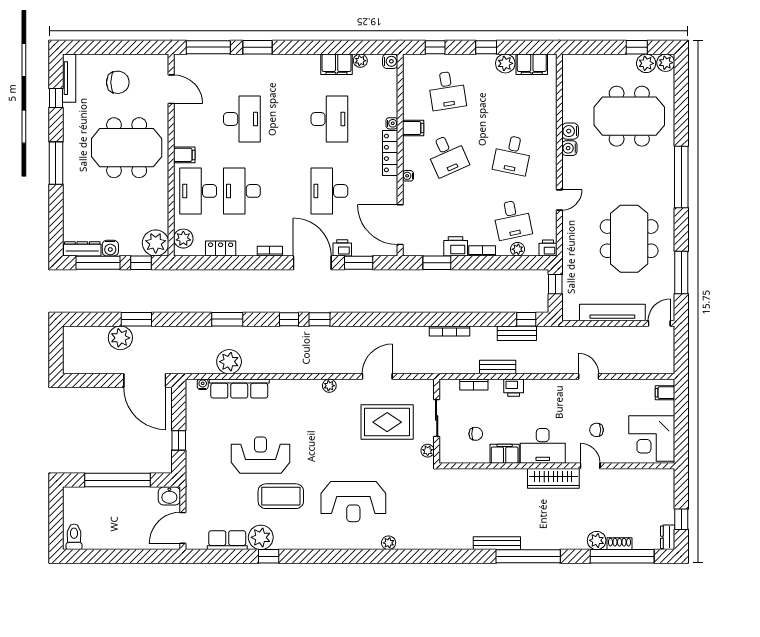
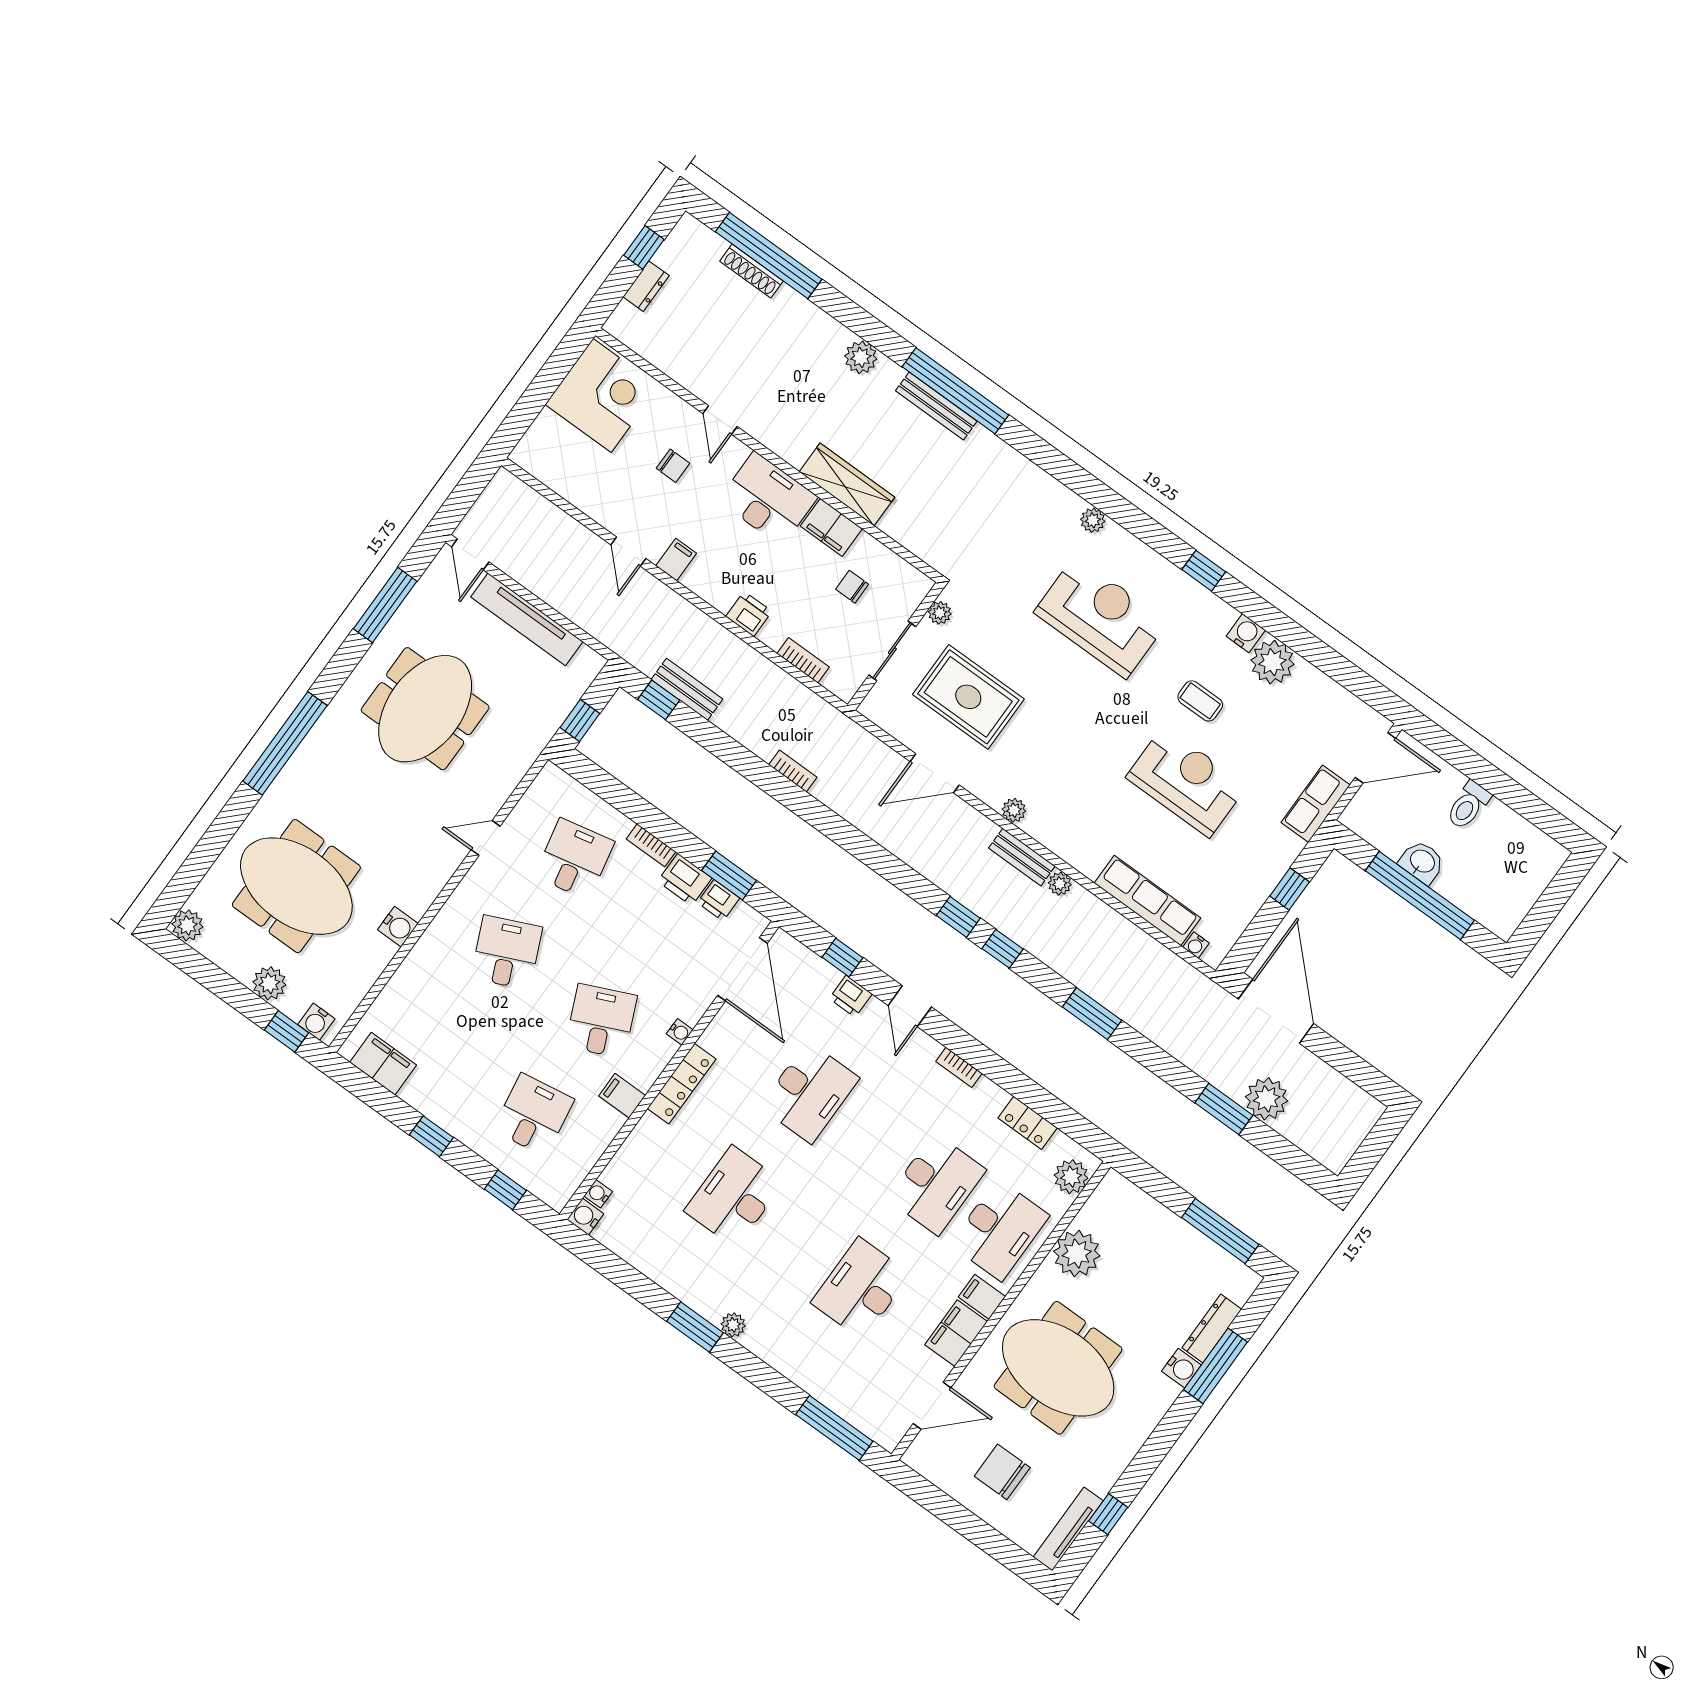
window: (257, 47) -> (695, 1327), moved
window: (637, 47) -> (287, 1031), moved
plant: (360, 61) -> (733, 1325), moved
plant: (505, 63) -> (421, 1093), removed
plant: (646, 63) -> (269, 983), moved
filing cabinet: (337, 64) -> (956, 1333), moved, turned -90
door: (171, 89) -> (932, 1406), swing flipped
water cooler: (392, 123) -> (598, 1194), moved
water cooler: (569, 148) -> (316, 1022), moved, turned 90
desk: (512, 155) -> (507, 953), turned -36
window: (56, 163) -> (1216, 1366), moved
plant: (156, 243) -> (1077, 1254), moved
water cooler: (110, 248) -> (1181, 1368), moved, turned 90
printer: (548, 248) -> (718, 900), moved
dresser: (82, 249) -> (1212, 1328), moved, turned 90
plant: (517, 249) -> (598, 810), removed
window: (141, 263) -> (1158, 1186), removed
door: (312, 263) -> (910, 1006), width x0.53
window: (359, 263) -> (842, 958), width x0.67
door: (659, 323) -> (470, 554), hinge flipped
bookcase: (450, 331) -> (793, 771), width x0.64
plant: (229, 362) -> (1060, 884), moved, width x0.53, depth x0.53
bench: (498, 367) -> (1022, 857), moved
filing cabinet: (665, 393) -> (676, 559), moved, turned -90
reception desk: (261, 455) -> (1186, 782), turned 180
wardrobe: (553, 478) -> (847, 484), moved
washbasin: (169, 496) -> (1422, 862), moved
coffee table: (281, 496) -> (1200, 701), width x0.54, depth x0.58
toilet: (74, 537) -> (1468, 805), moved
dresser: (668, 537) -> (646, 286), moved
row of seats: (227, 540) -> (1316, 804), moved, turned 90
plant: (597, 540) -> (861, 357), moved
water cooler: (282, 542) -> (1246, 633), added
shoe rack: (620, 544) -> (751, 271), width x1.43
window: (269, 556) -> (1204, 571), moved
window: (528, 556) -> (955, 391), moved

